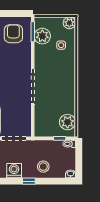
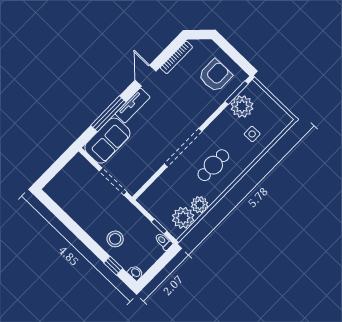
plant: (69, 23) -> (200, 205), moved
cafe table: (57, 80) -> (213, 165), added
washing machine: (14, 171) -> (82, 214), removed
window: (29, 181) -> (113, 266), moved

